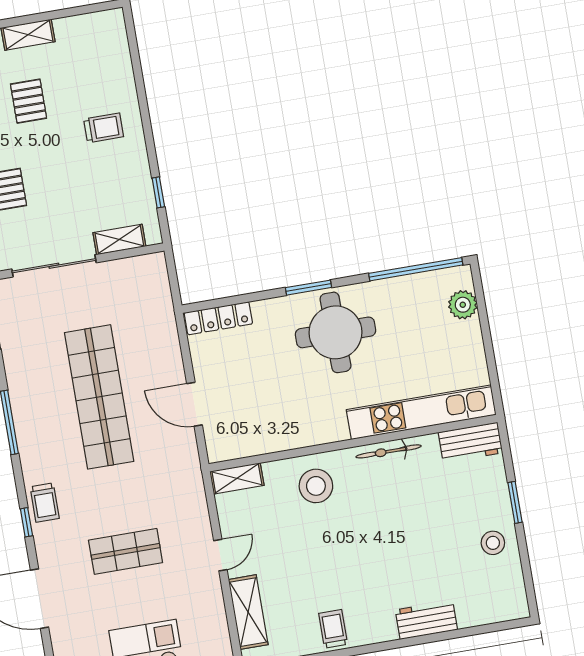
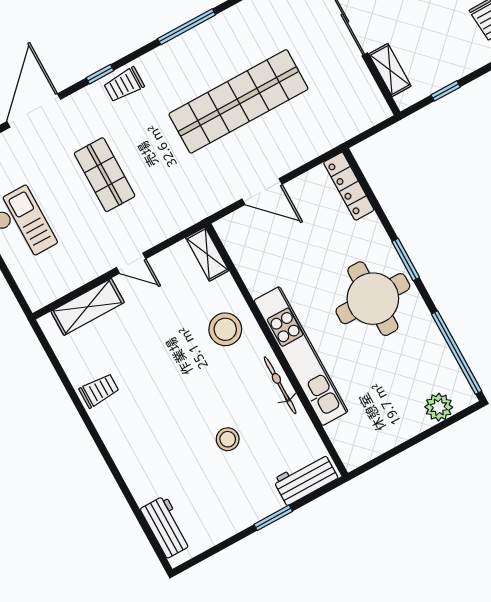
door: (195, 404) -> (262, 192), swing flipped
kitchen unit: (421, 412) -> (301, 356), moved
workbench: (470, 443) -> (305, 479), moved, turned 90
stool: (493, 543) -> (228, 439), moved
workbench: (426, 620) -> (166, 527), moved

